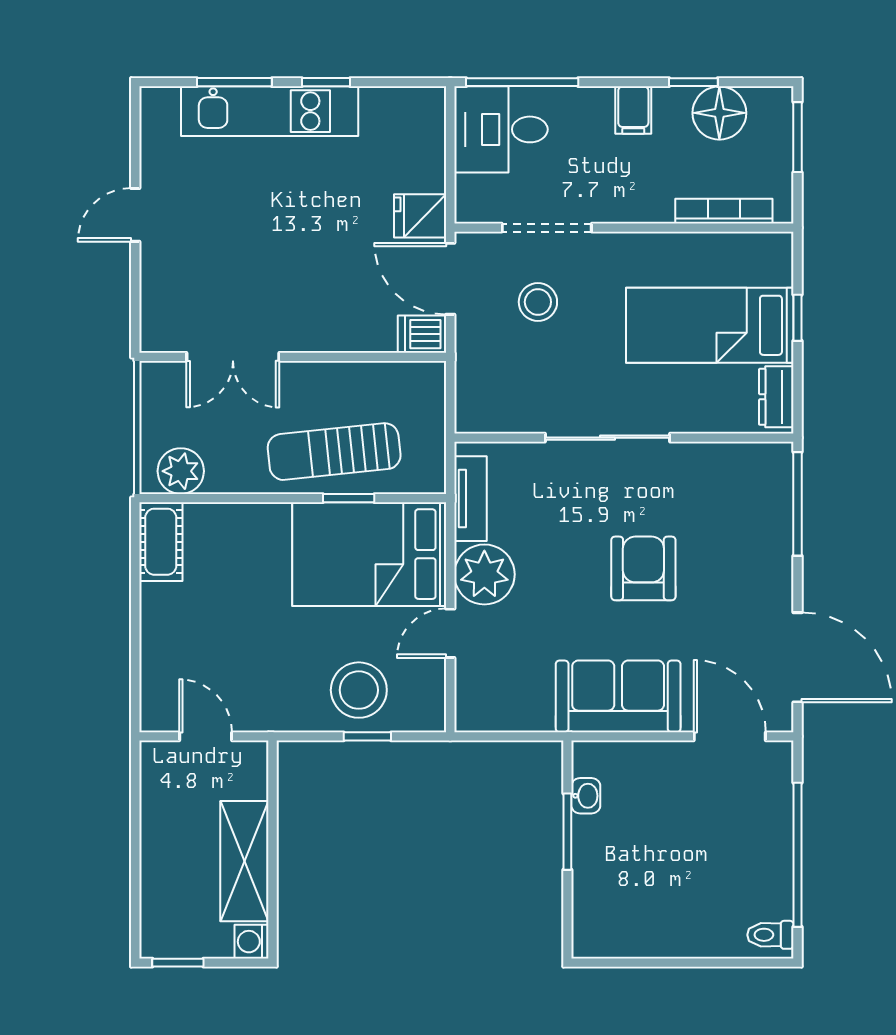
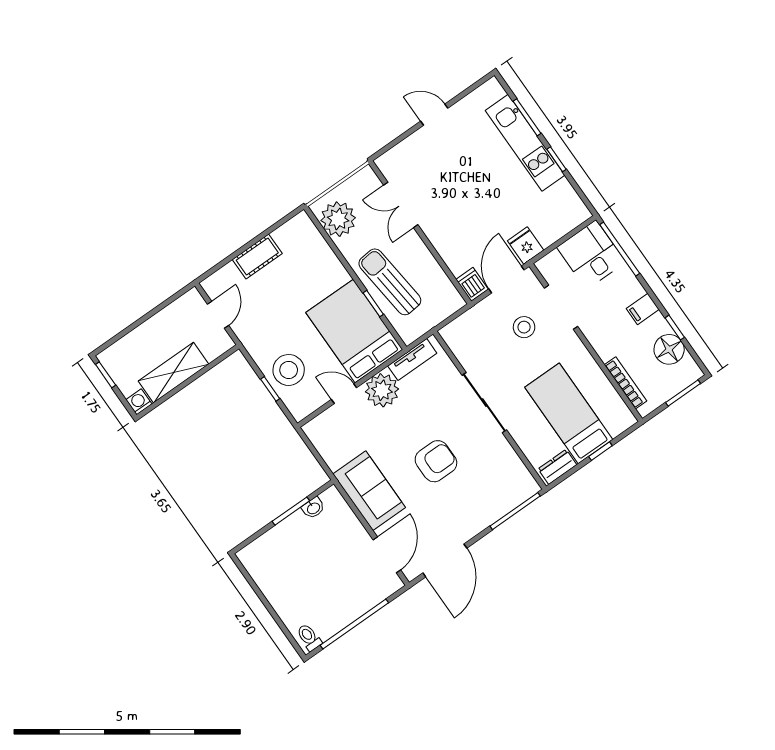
plant: (181, 471) -> (338, 219), width x1.36, depth x1.36
cot: (161, 542) -> (257, 257), moved

